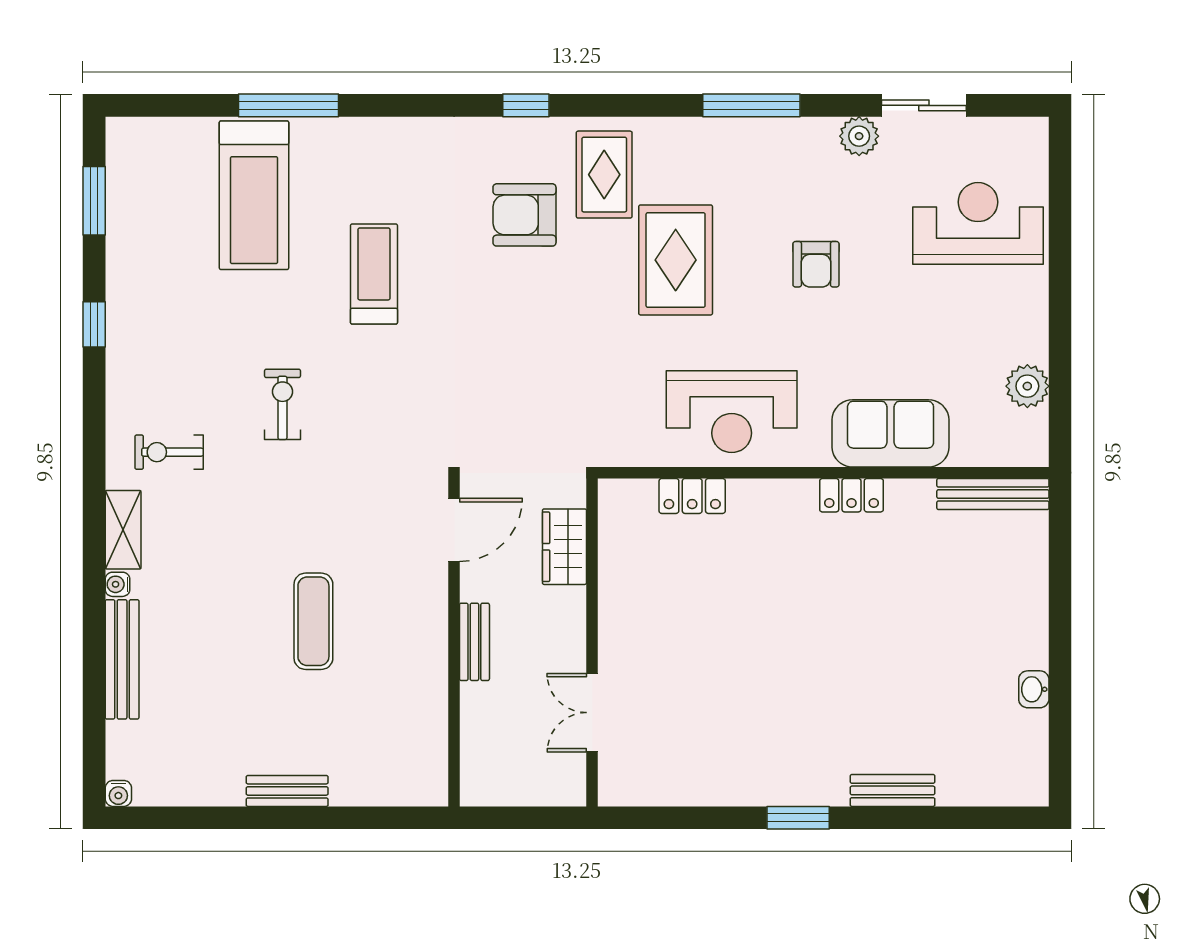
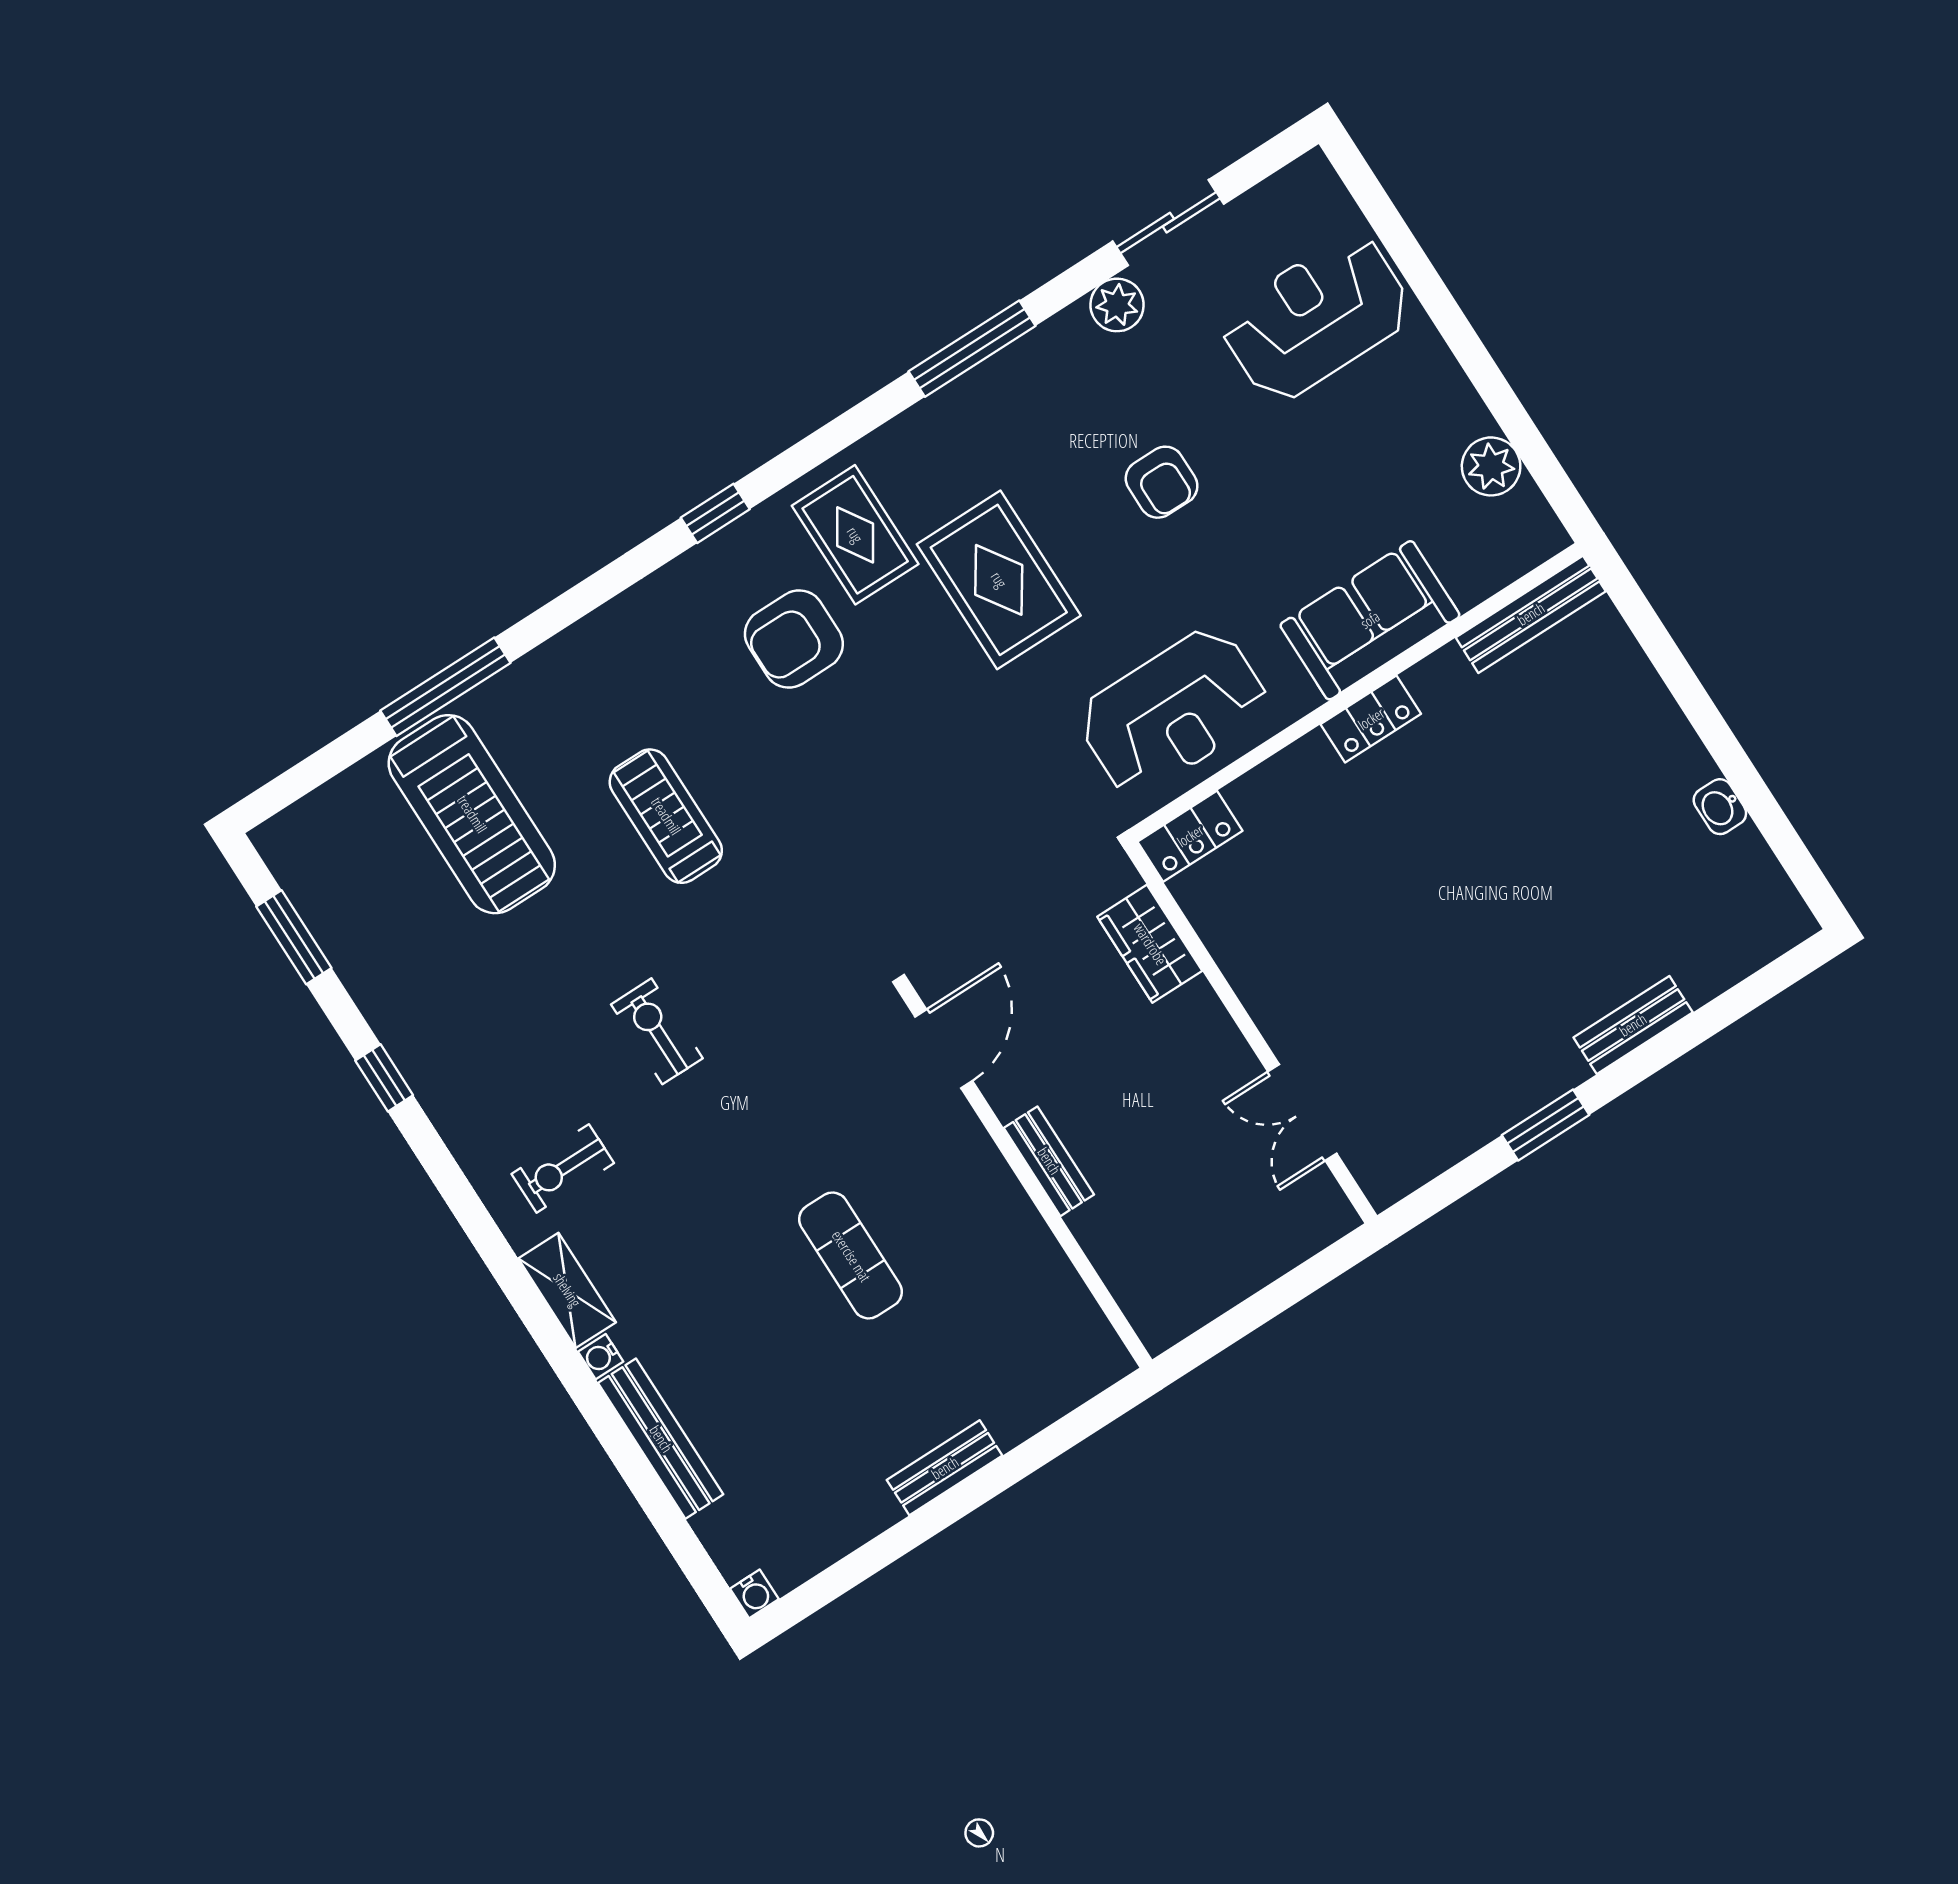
wardrobe: (564, 547) -> (1150, 944), moved
wall: (592, 642) -> (1251, 1033), moved
double door: (592, 713) -> (1302, 1112), moved

